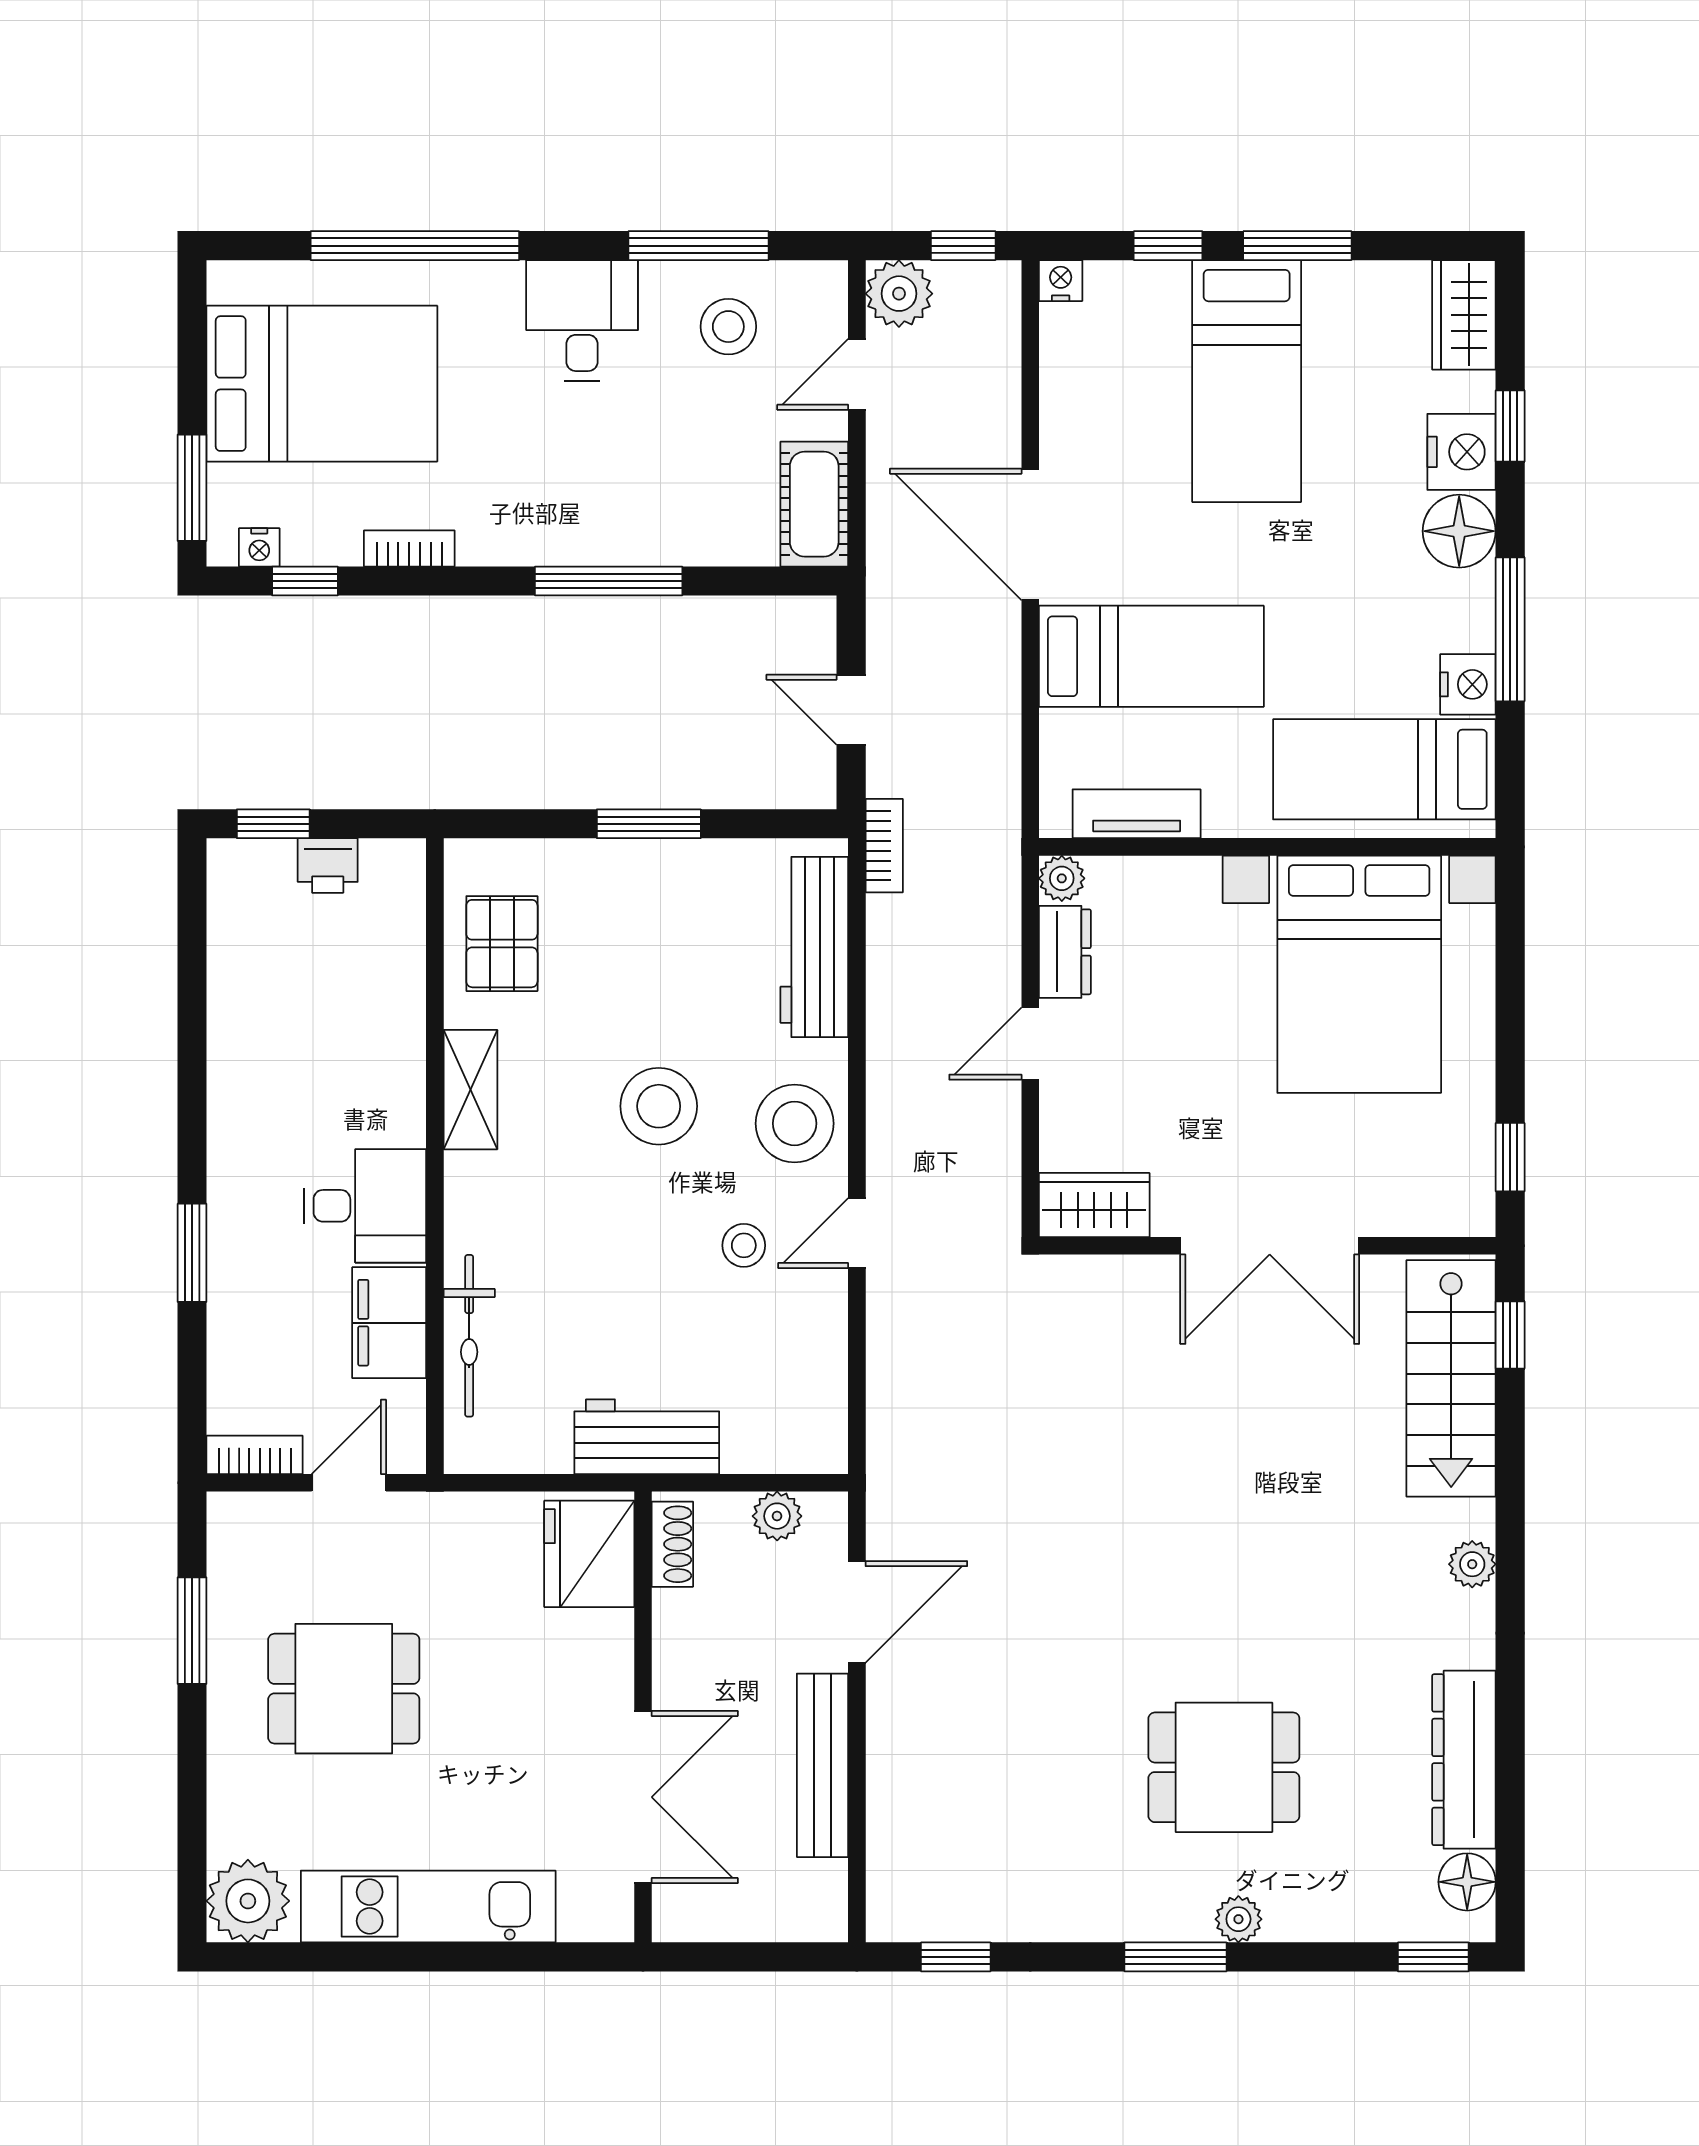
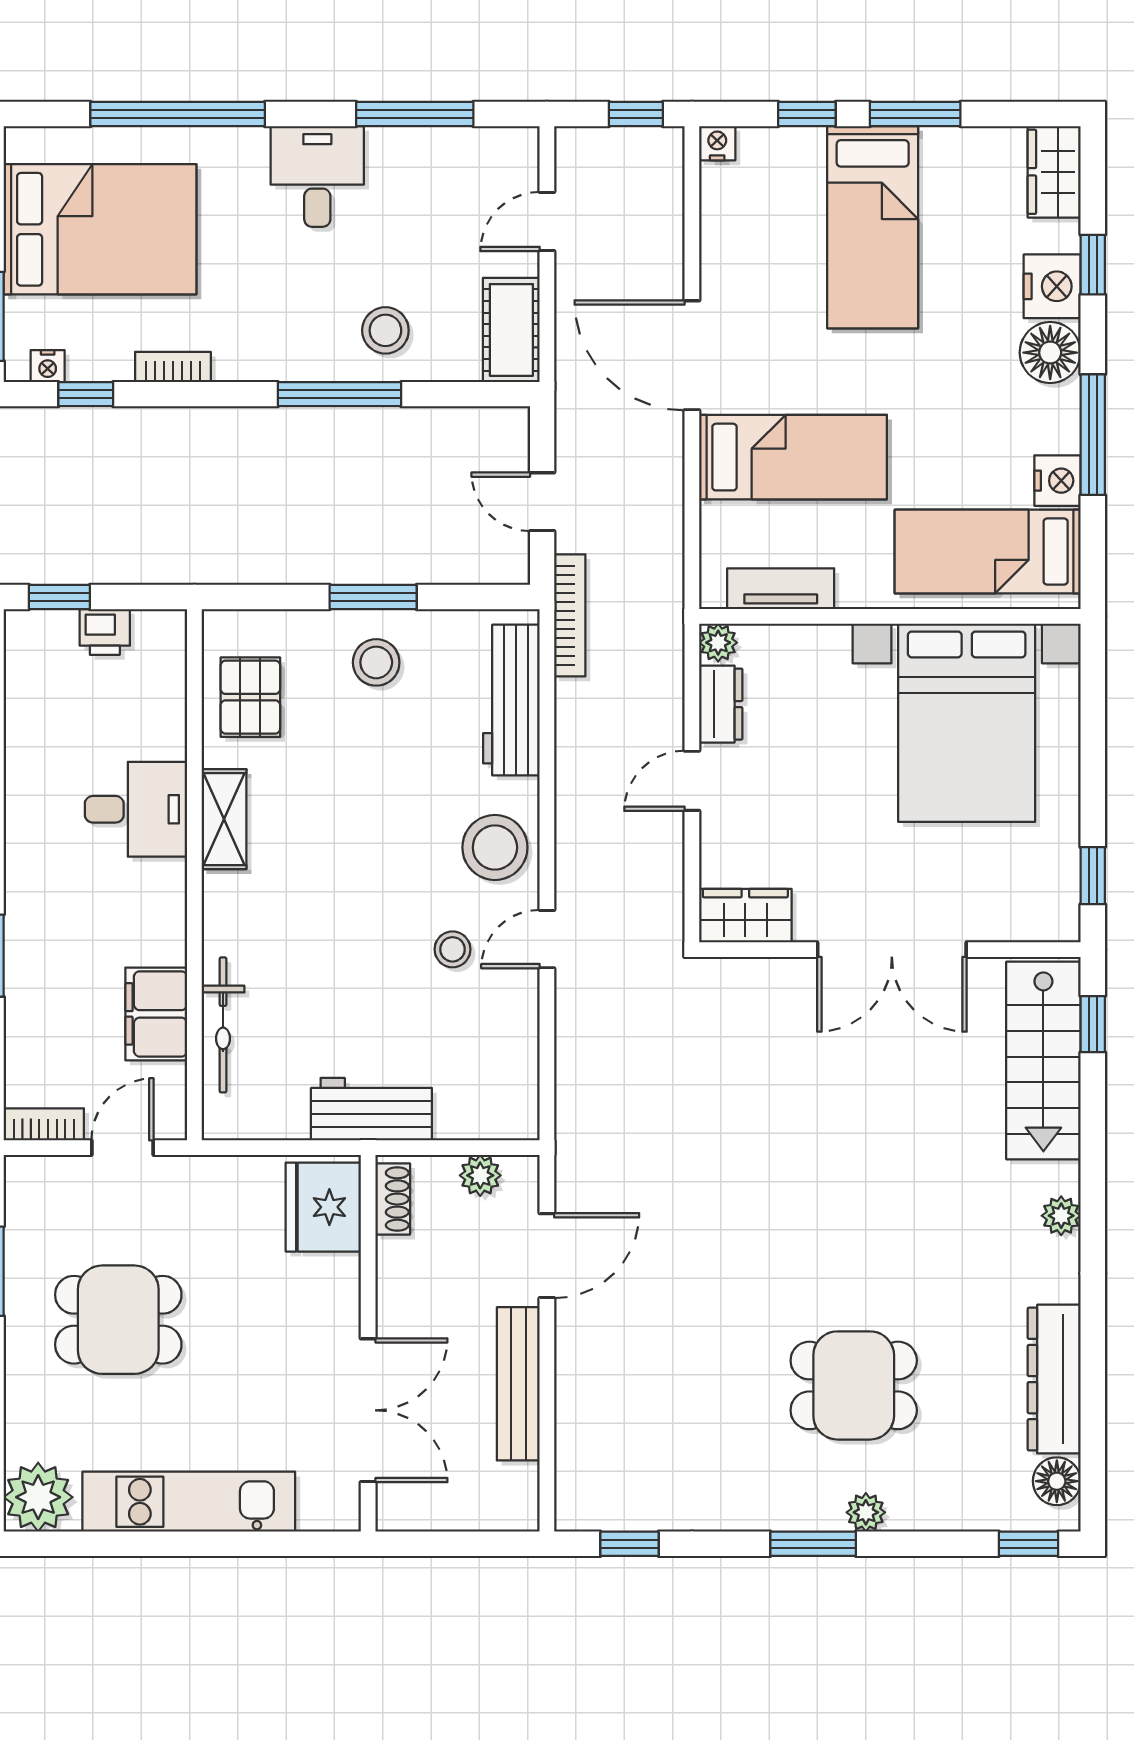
plant: (899, 294) -> (582, 154), removed
stool: (728, 327) -> (385, 330), moved
bookcase: (884, 846) -> (570, 615), width x1.56
stool: (659, 1106) -> (376, 662), moved, width x0.73, depth x0.73
desk: (365, 1206) -> (136, 809), moved

